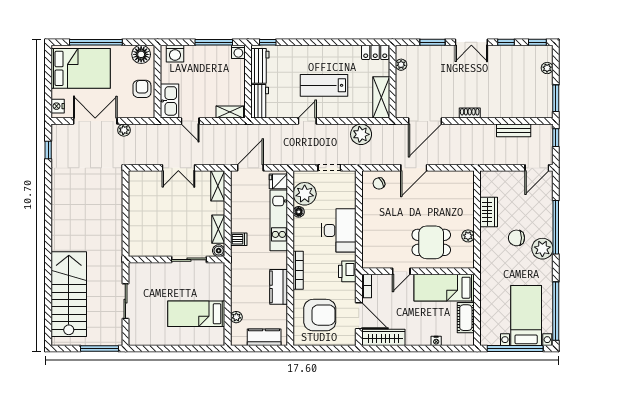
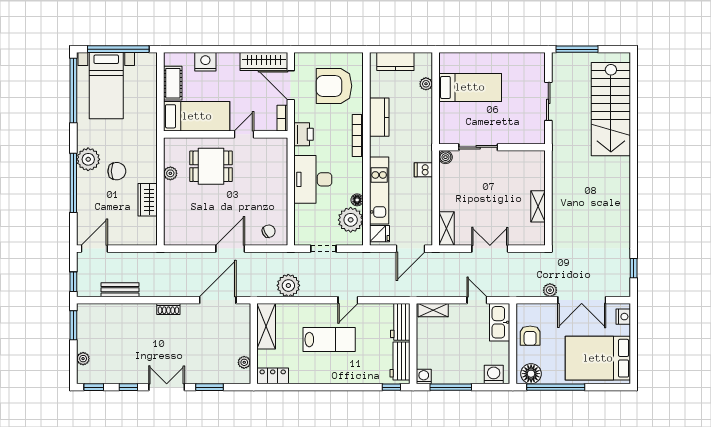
window: (96, 42) -> (556, 387), moved
shelving: (218, 229) -> (538, 206), moved
nightstand: (436, 341) -> (205, 62), width x1.89, depth x1.79

